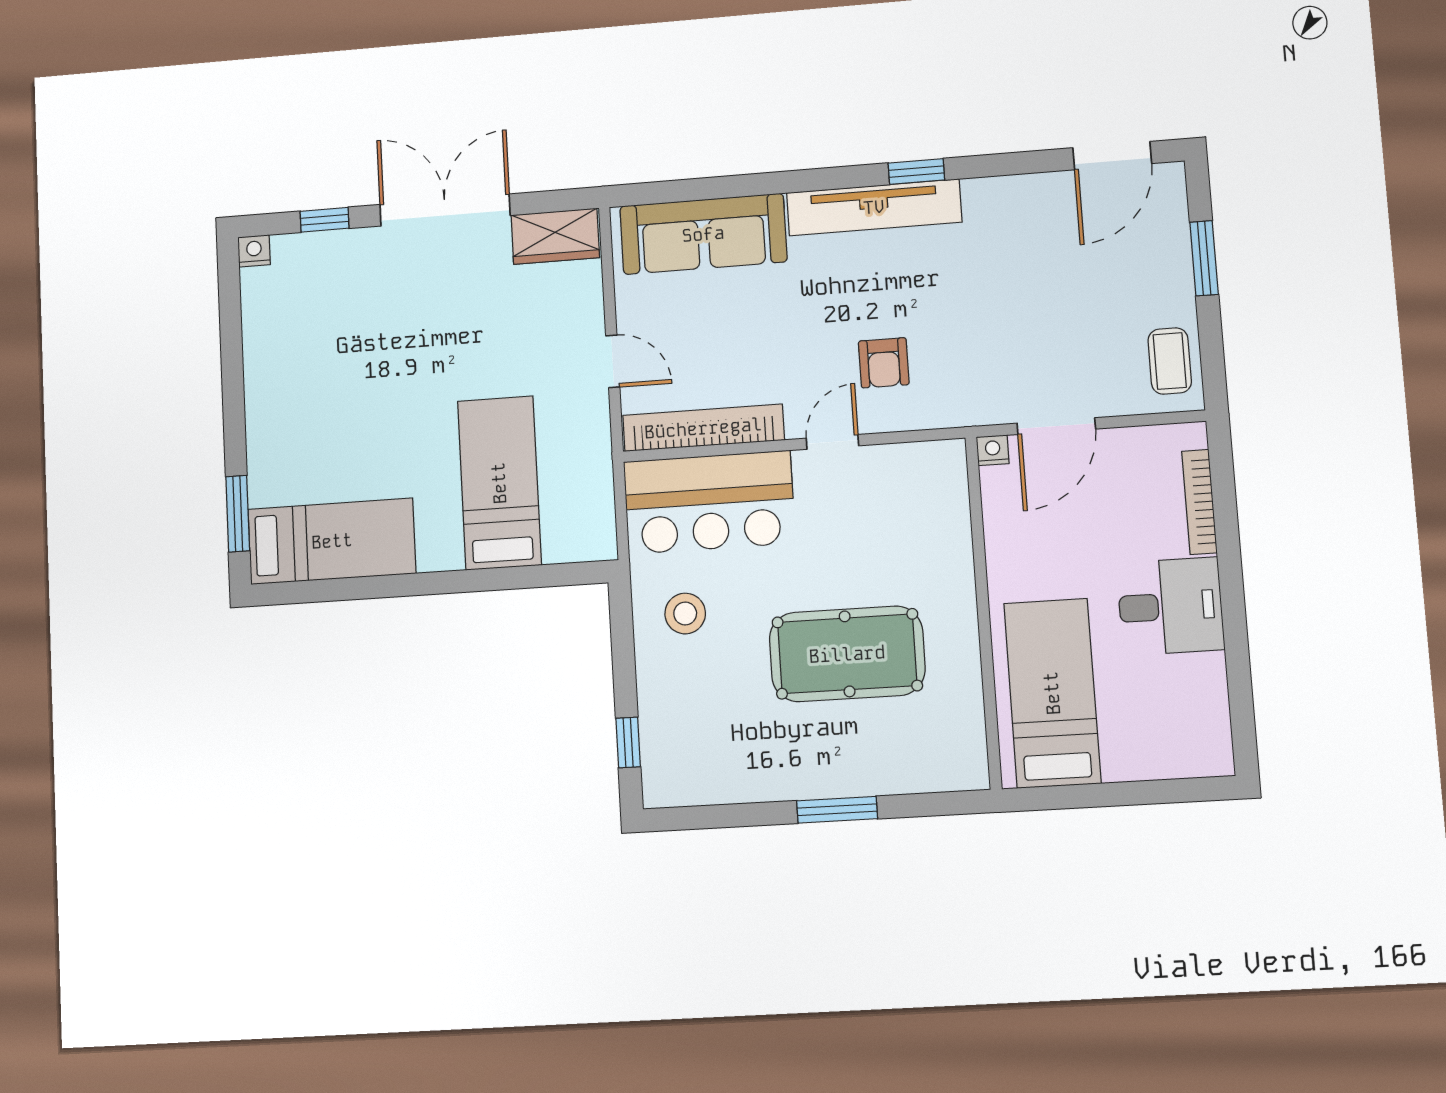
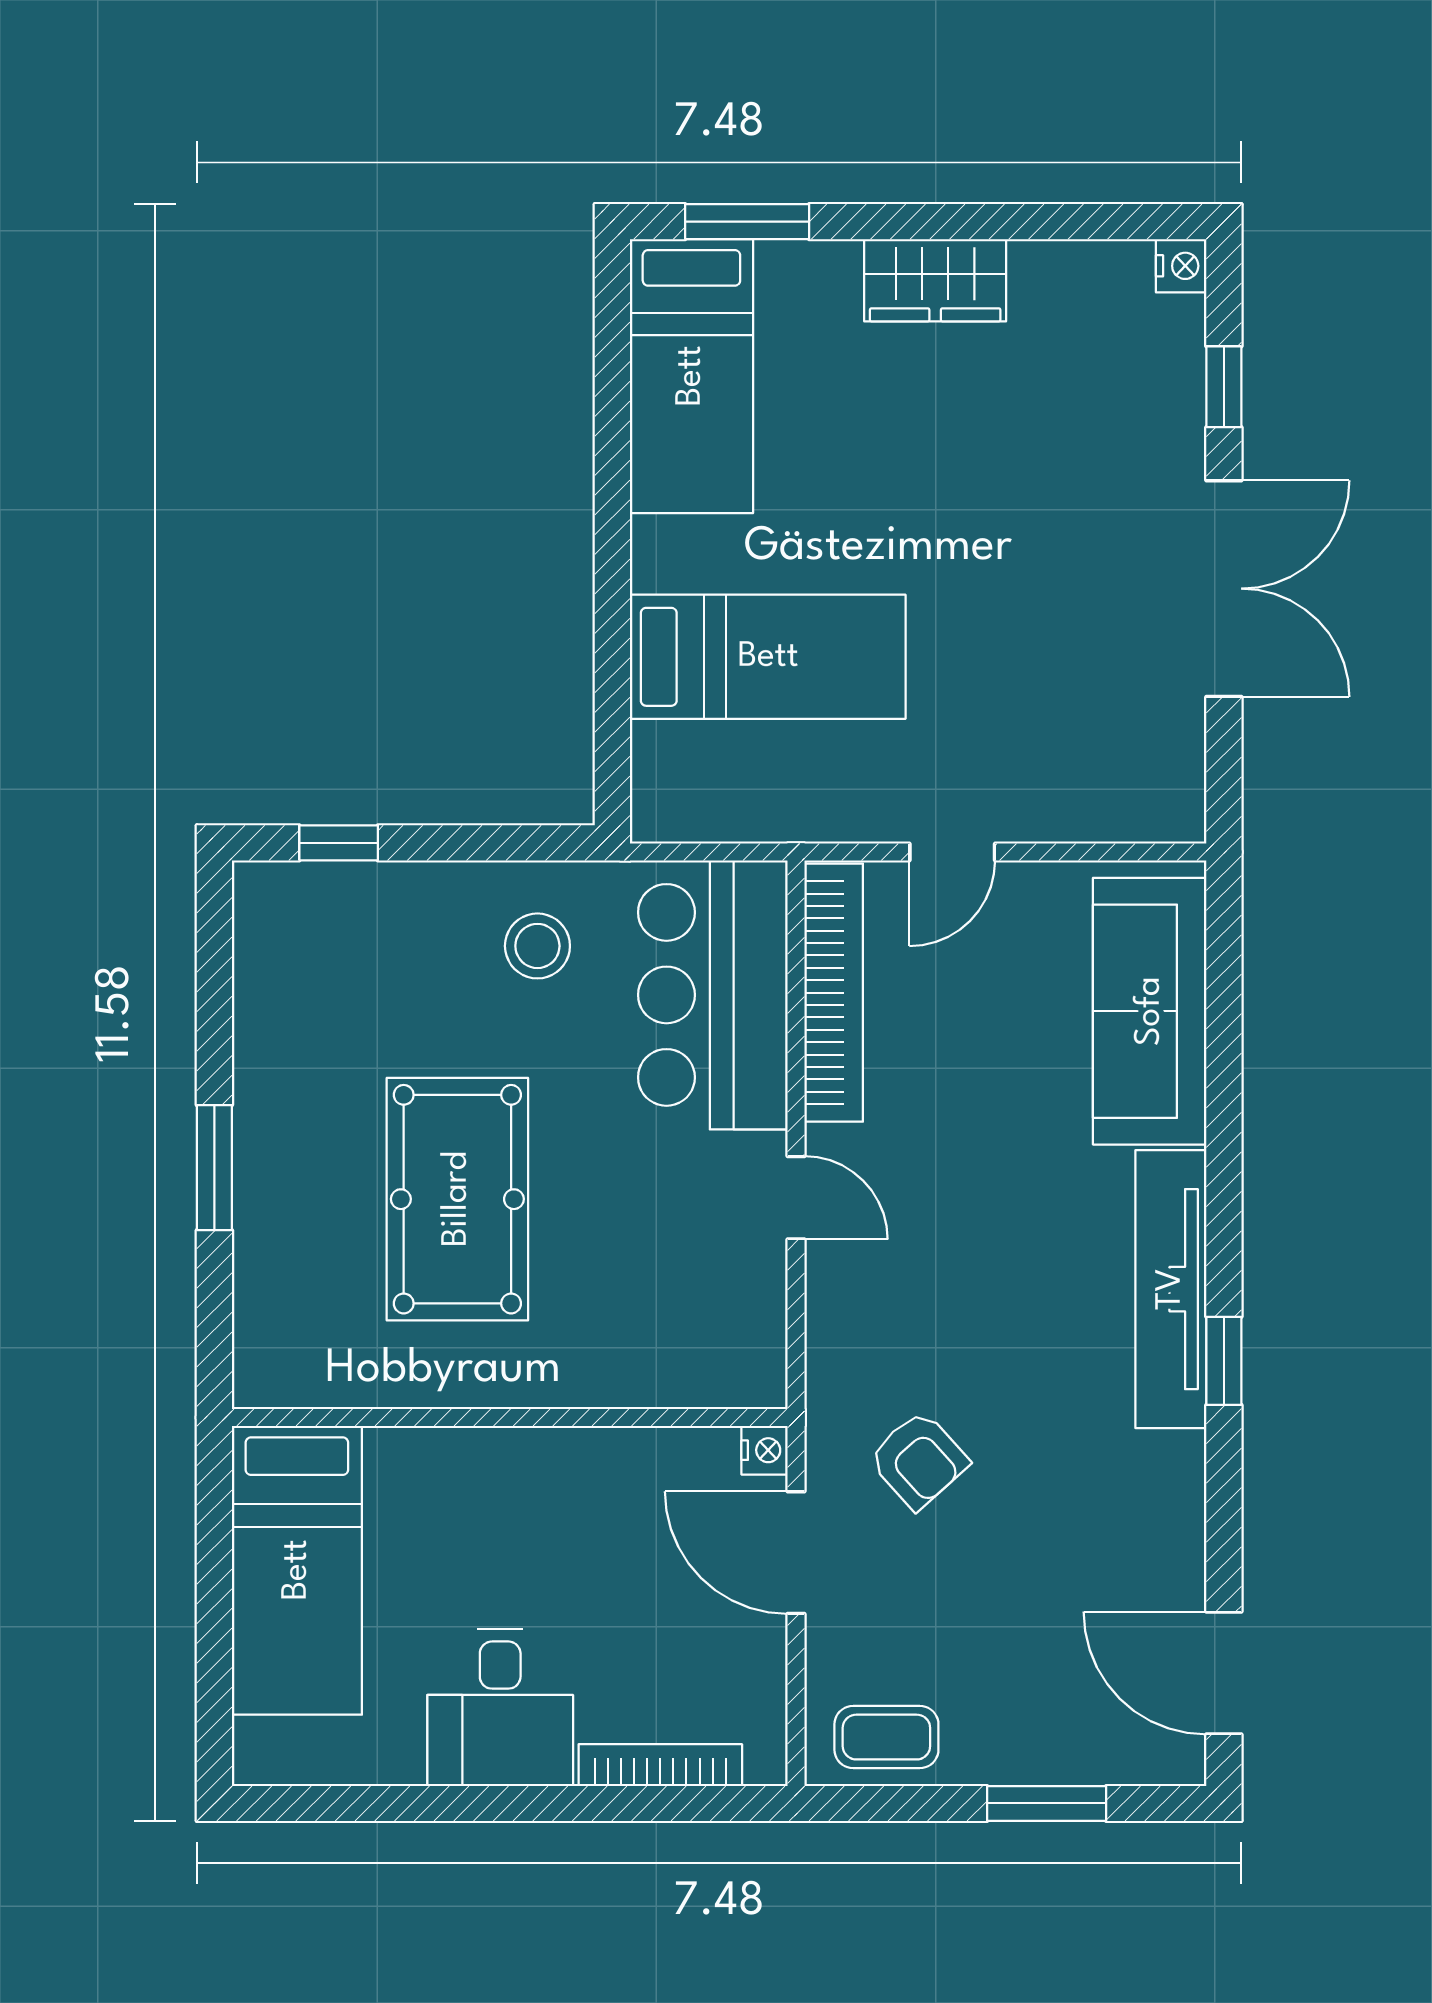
wardrobe: (555, 236) -> (935, 280), moved, turned -90
armchair: (884, 363) -> (918, 1460), moved, turned -132
bed: (1052, 693) -> (297, 1570), moved, turned 90

